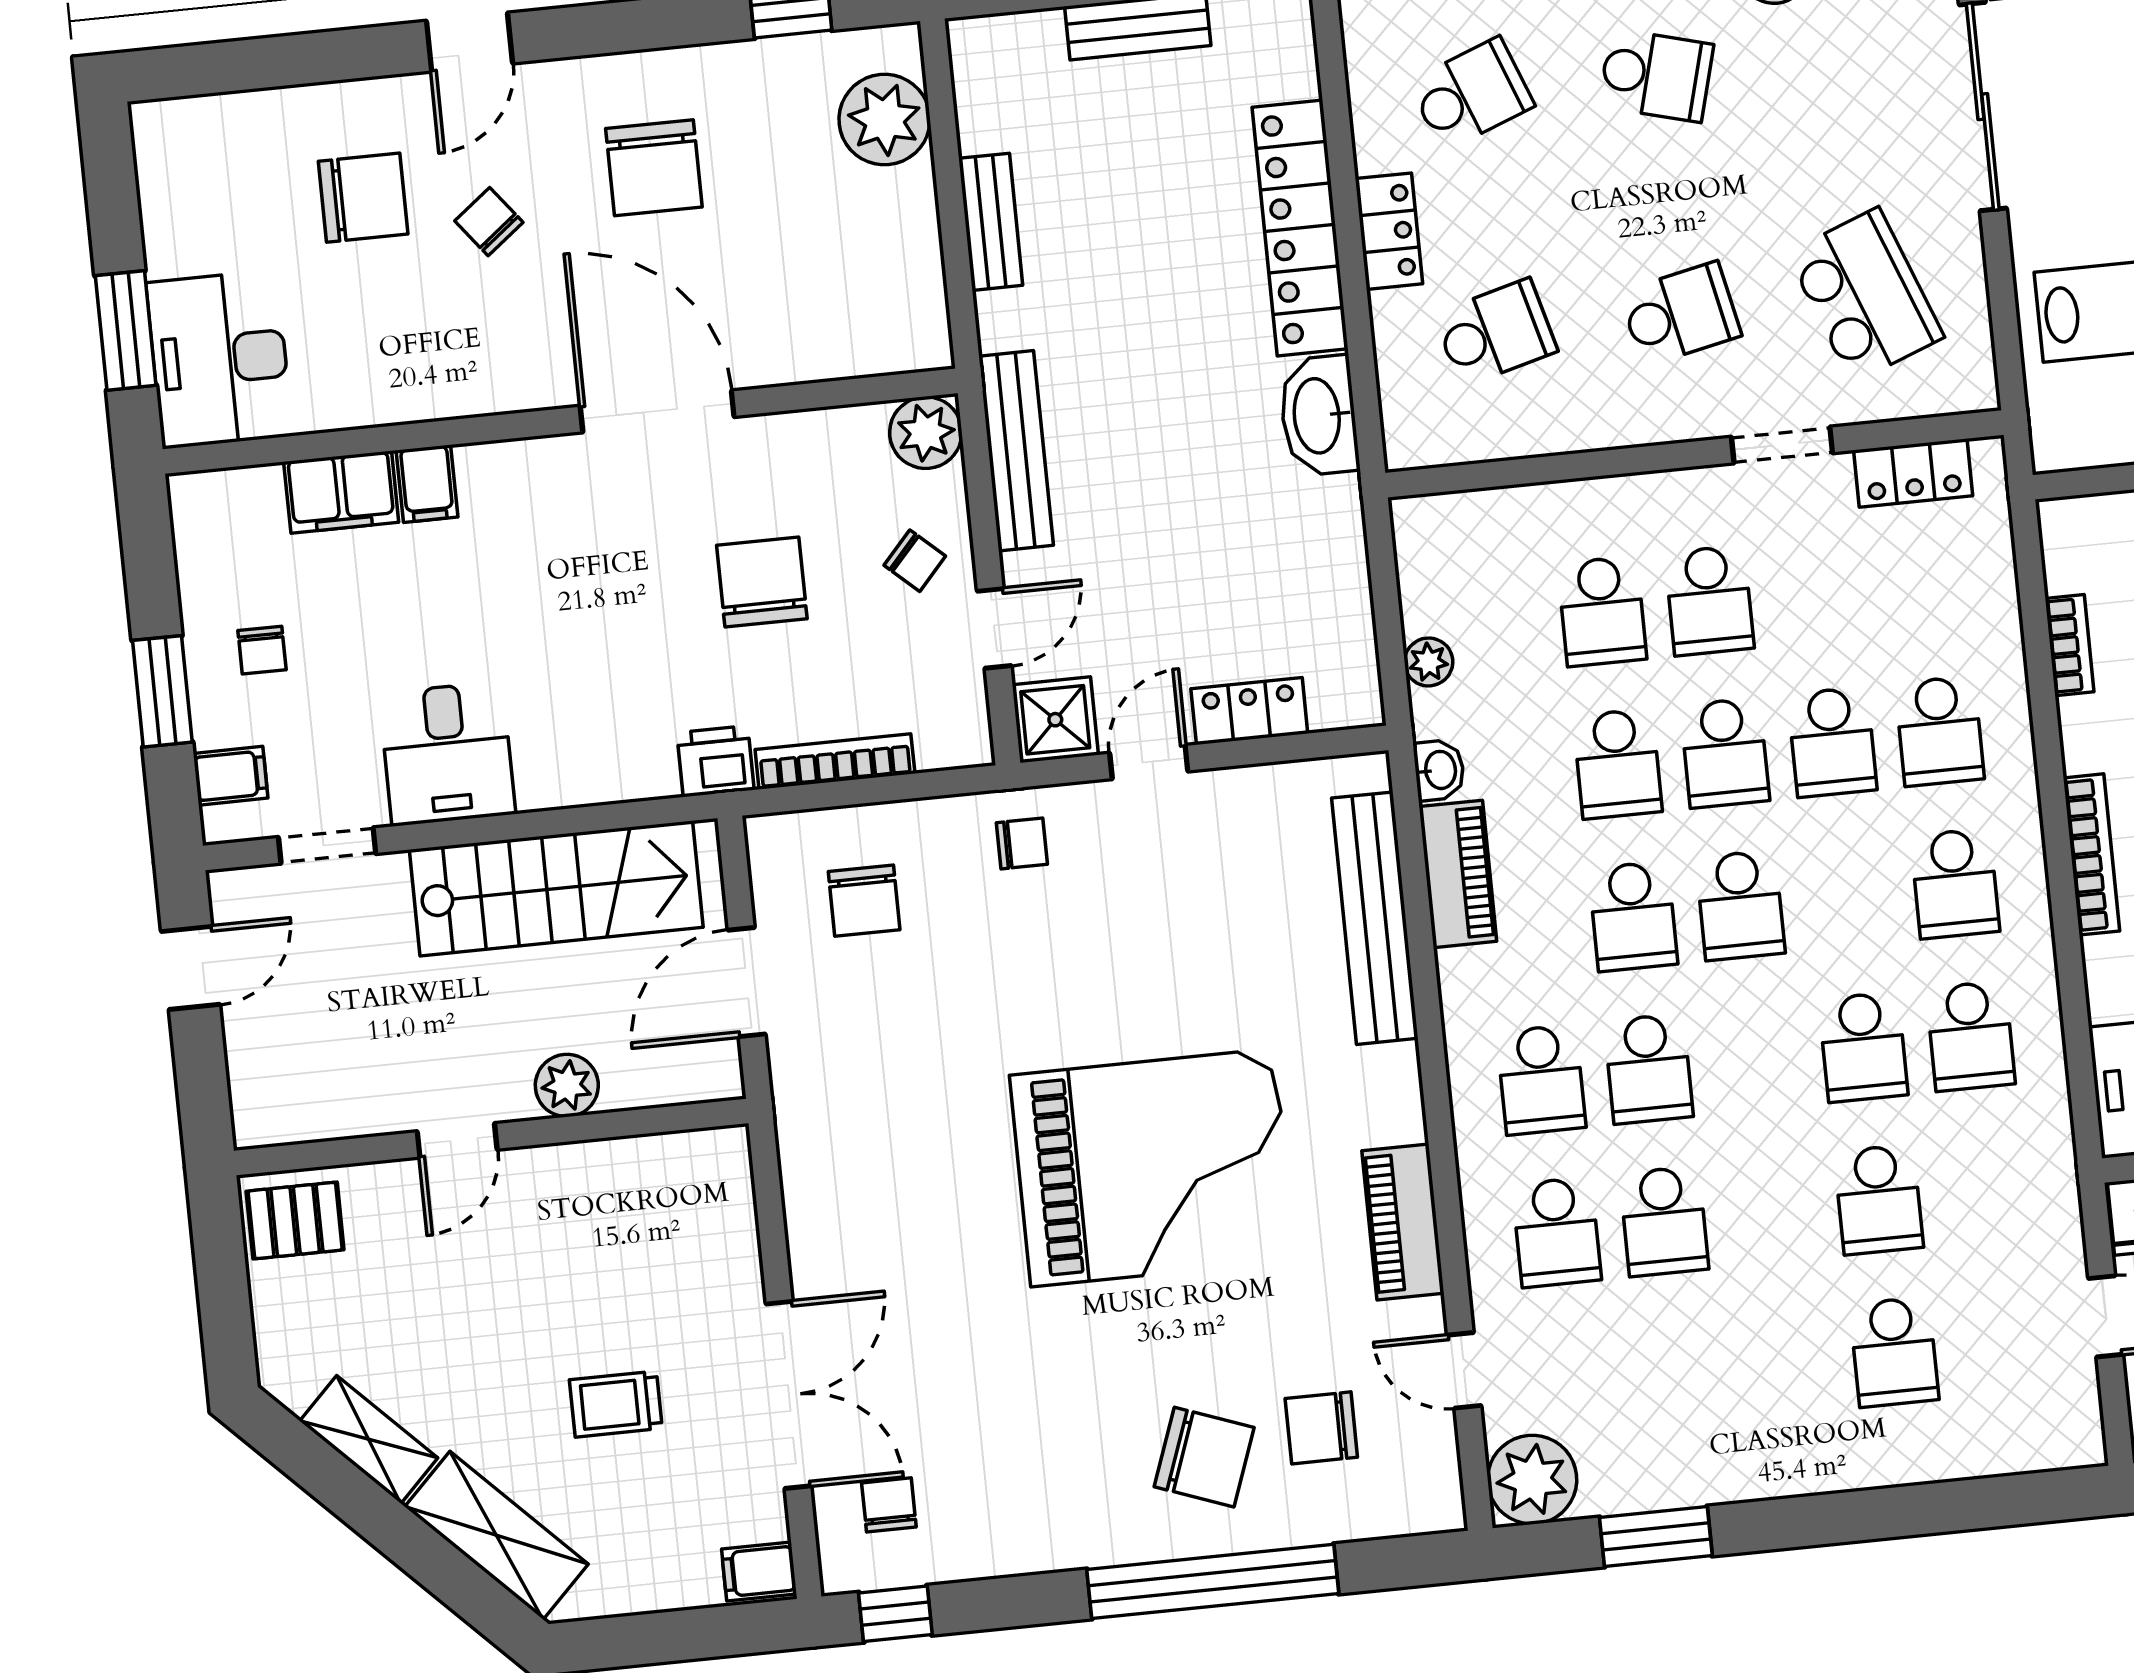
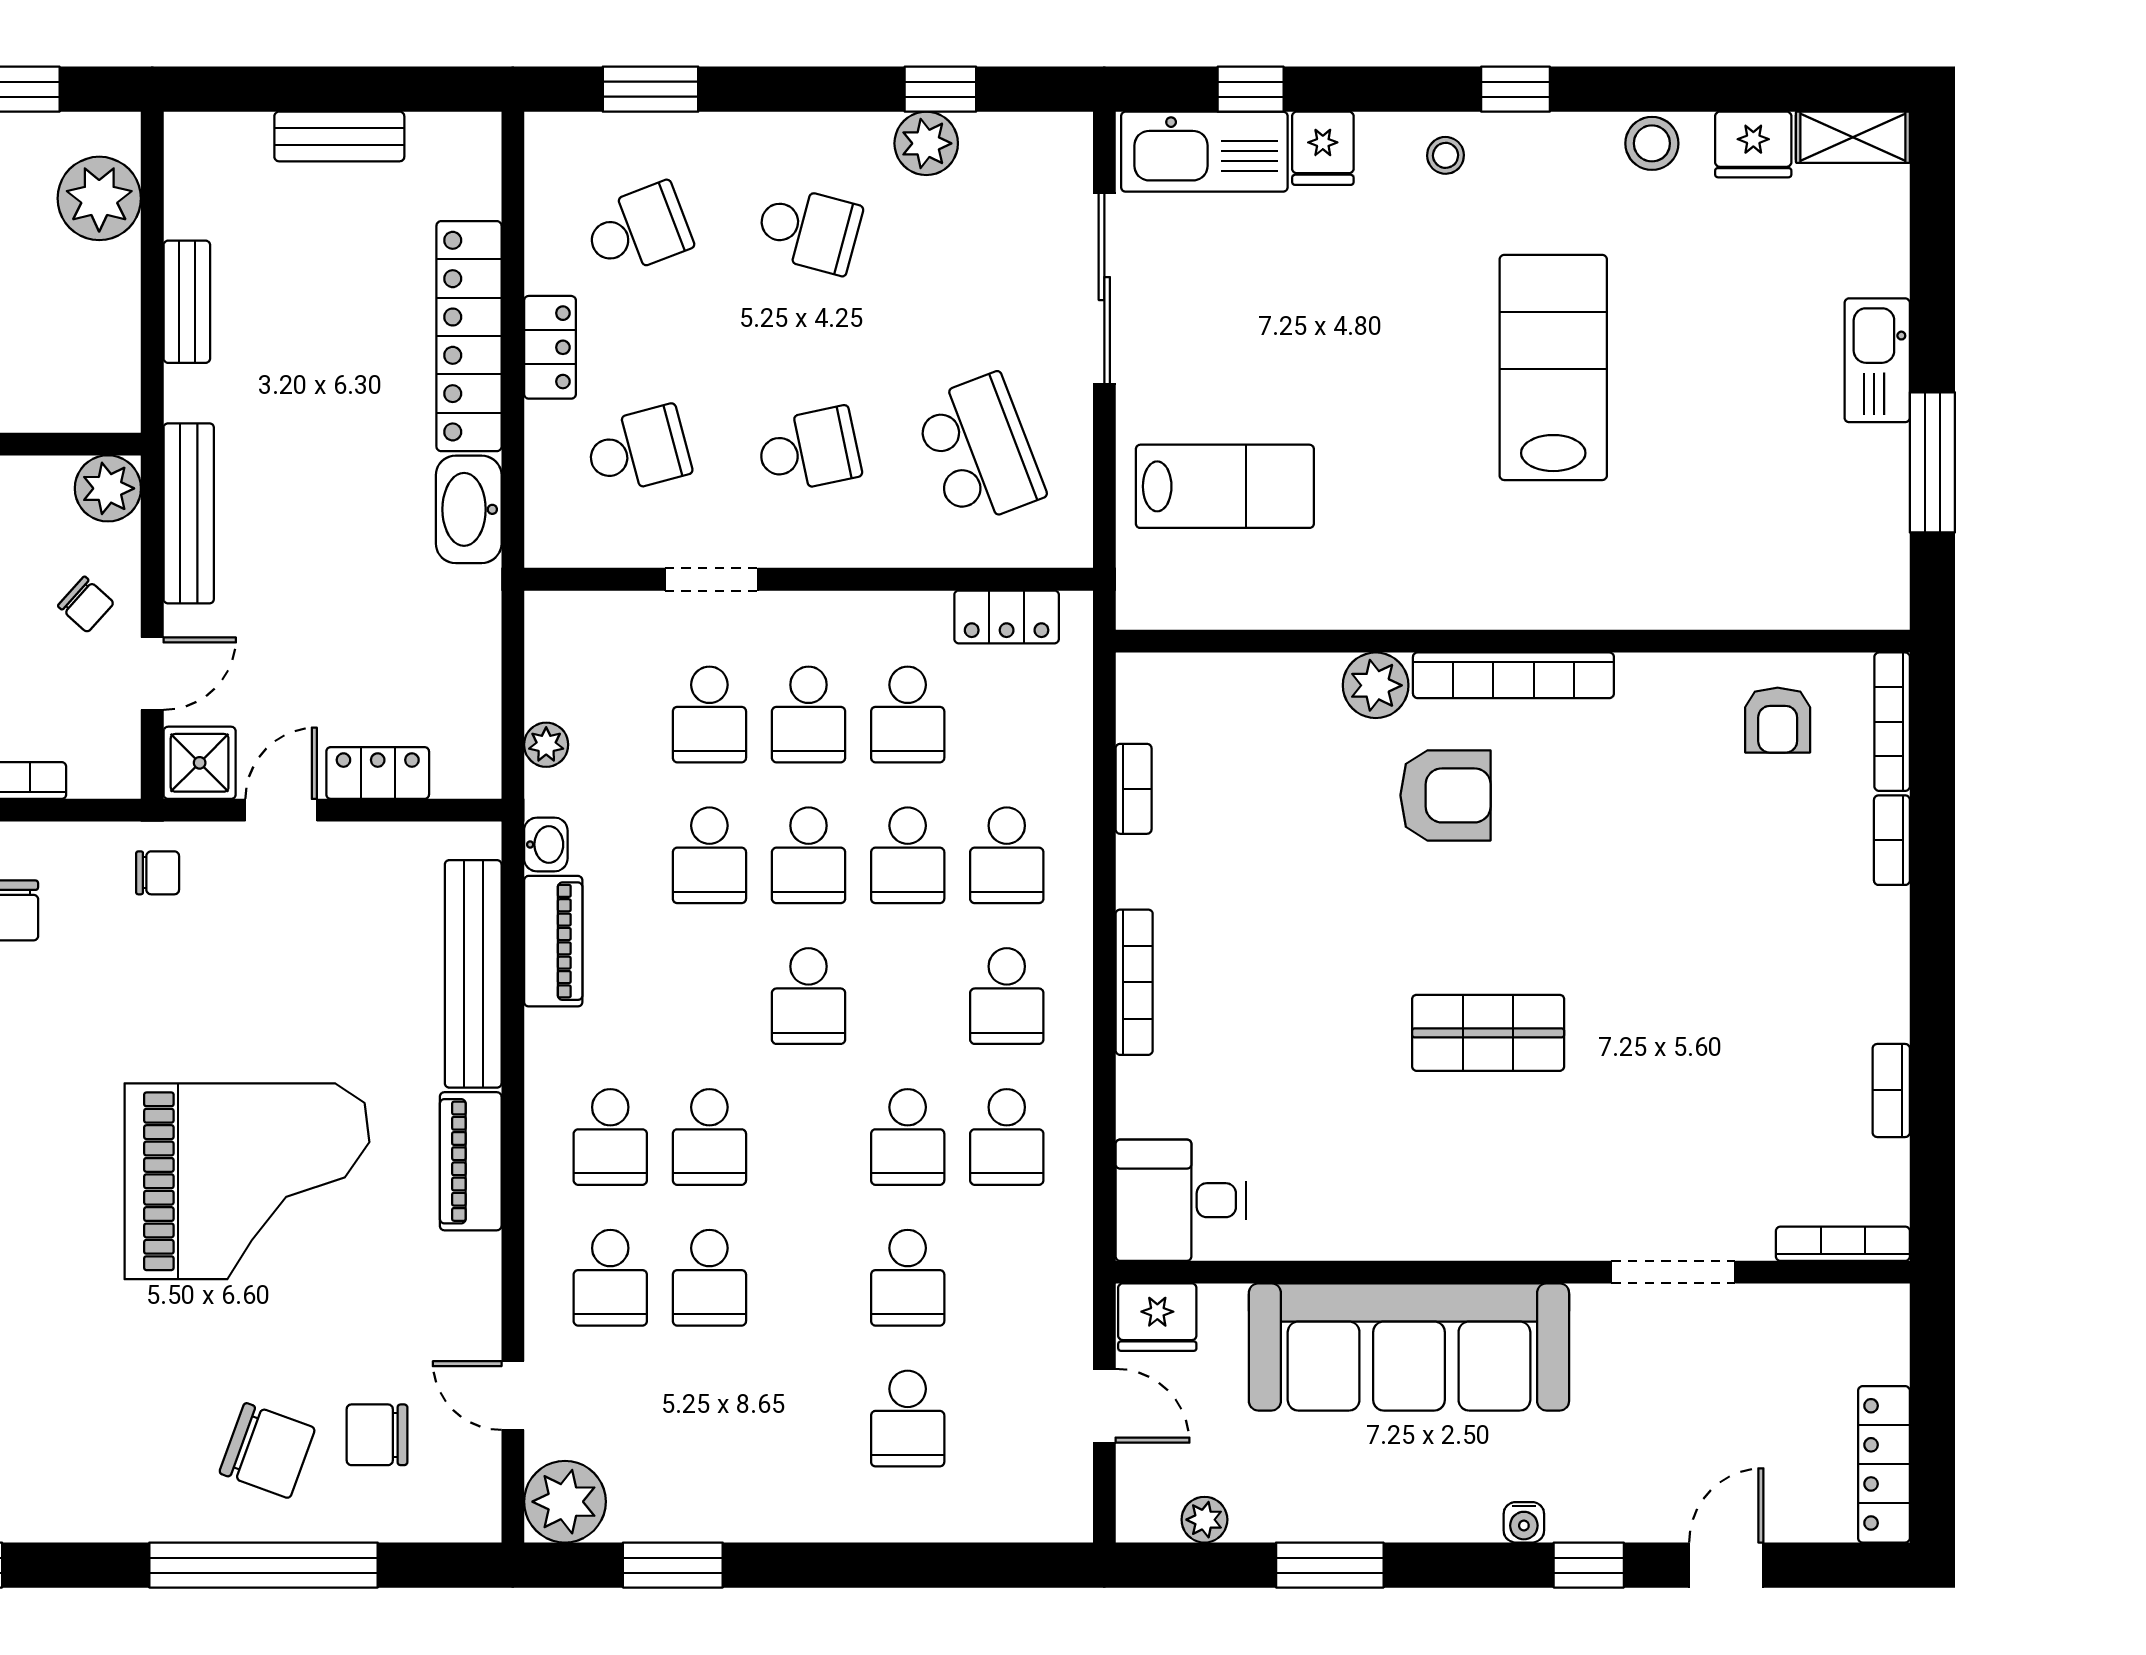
doorway: (1782, 445) -> (711, 579), moved
school desk: (1633, 916) -> (908, 714), moved
piano: (1403, 1222) -> (471, 1161), moved

